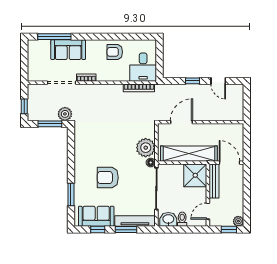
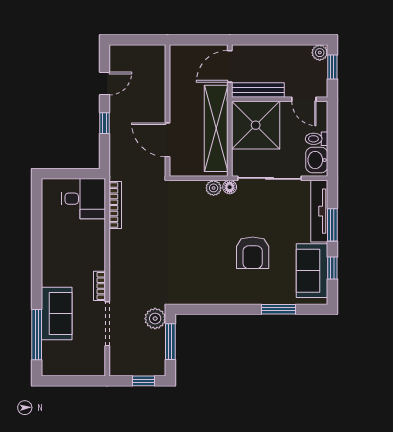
armchair: (115, 52) -> (60, 242), removed
plant: (146, 148) -> (214, 188), width x0.53, depth x0.53
shower: (195, 175) -> (256, 125), width x1.37, depth x1.37

